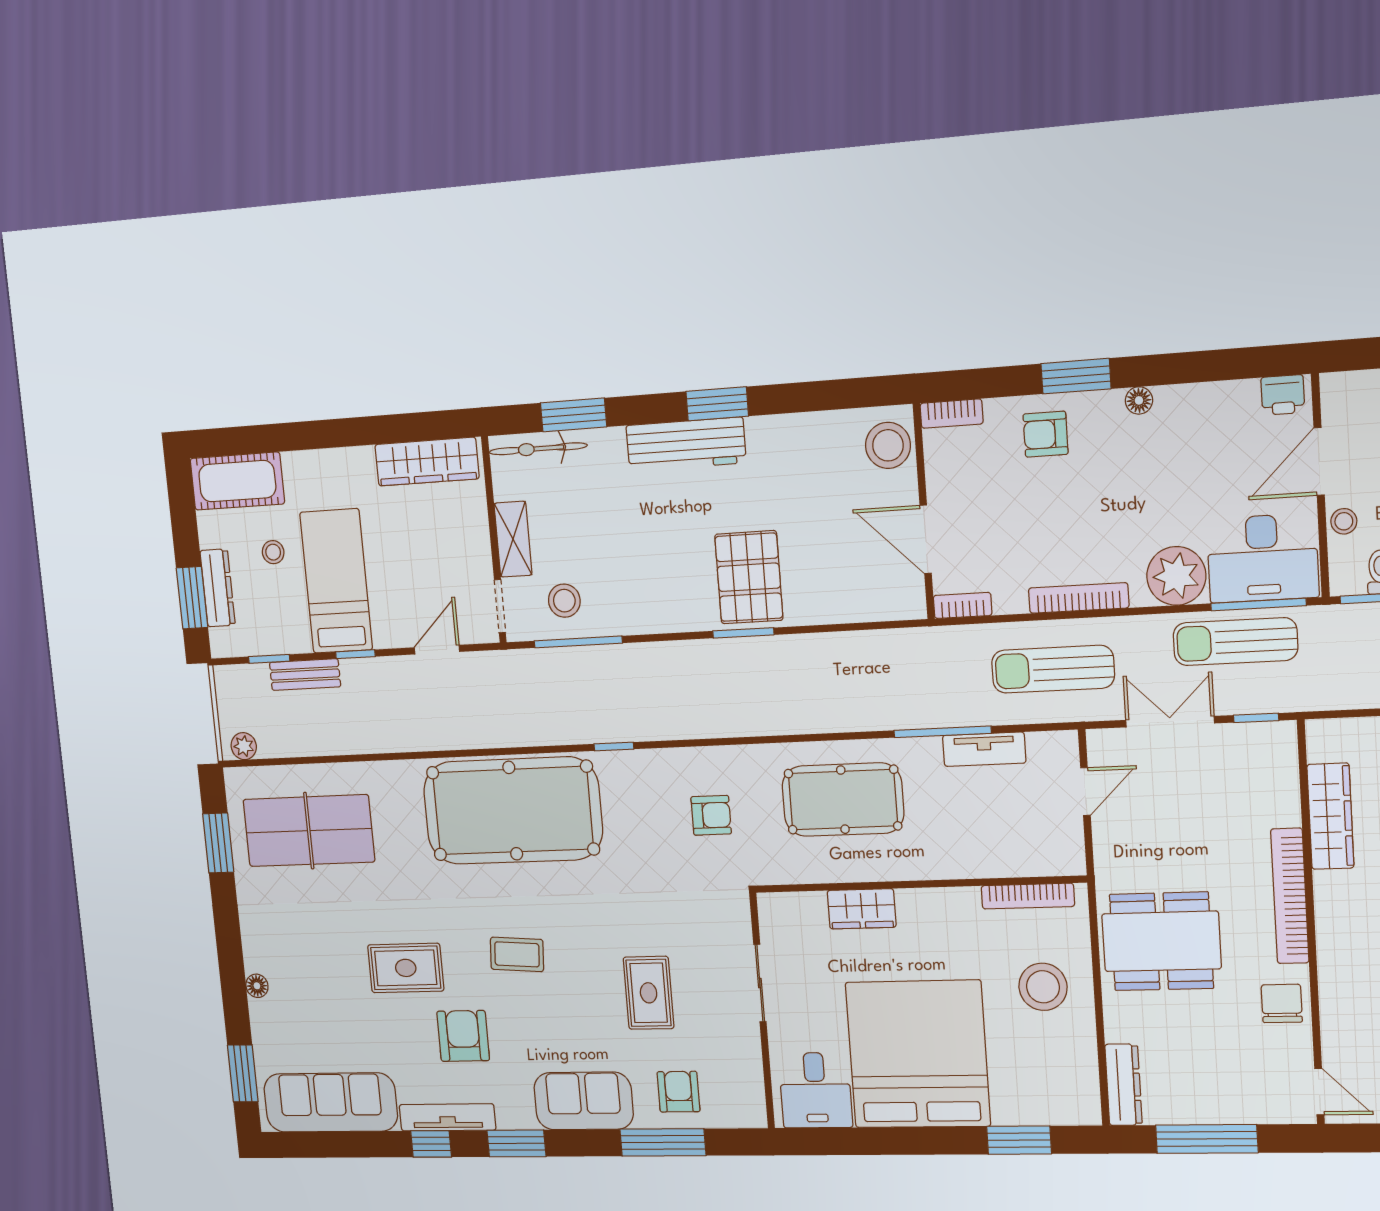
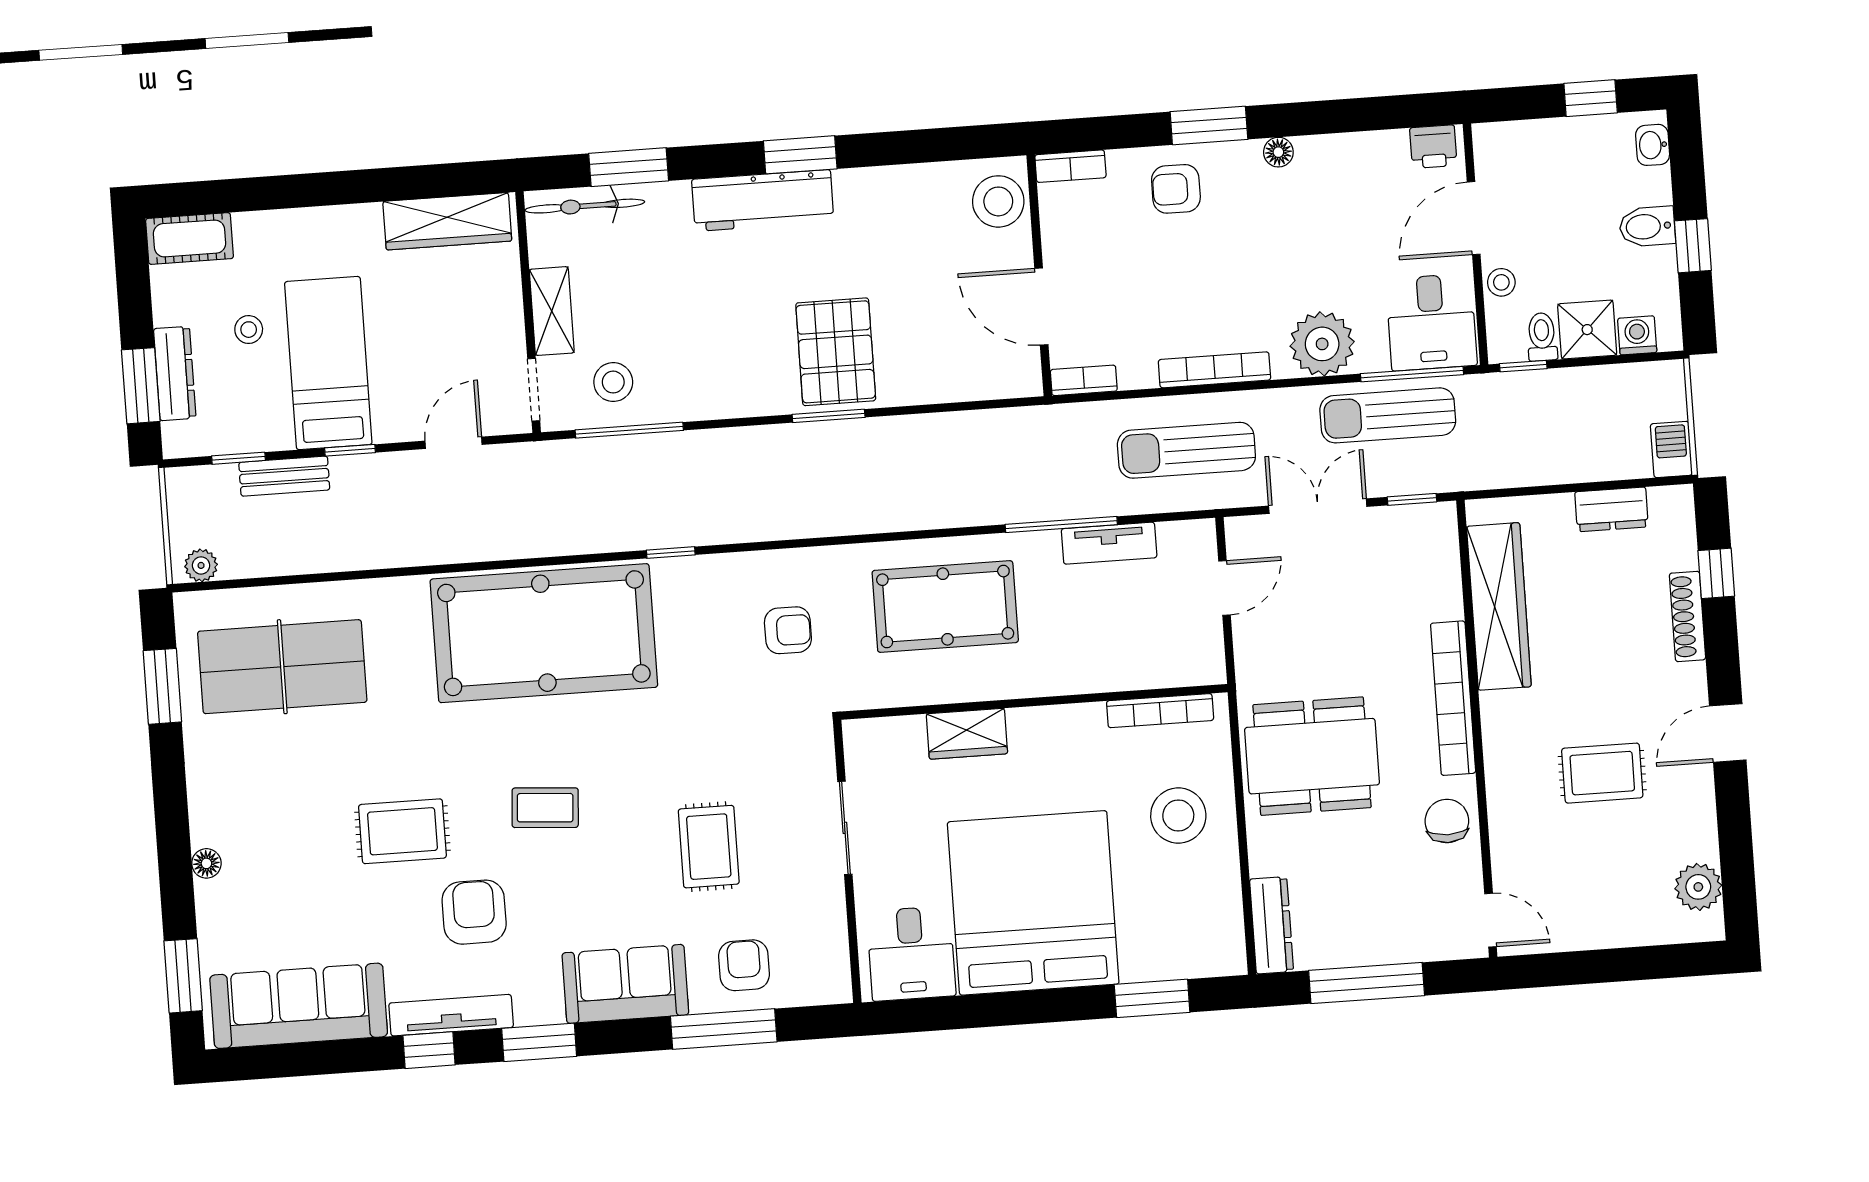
cot: (237, 481) -> (190, 238), width x0.73, depth x0.75
desk: (1263, 558) -> (1431, 322), width x0.73
wardrobe: (1330, 816) -> (1499, 606), width x1.40, depth x1.17

